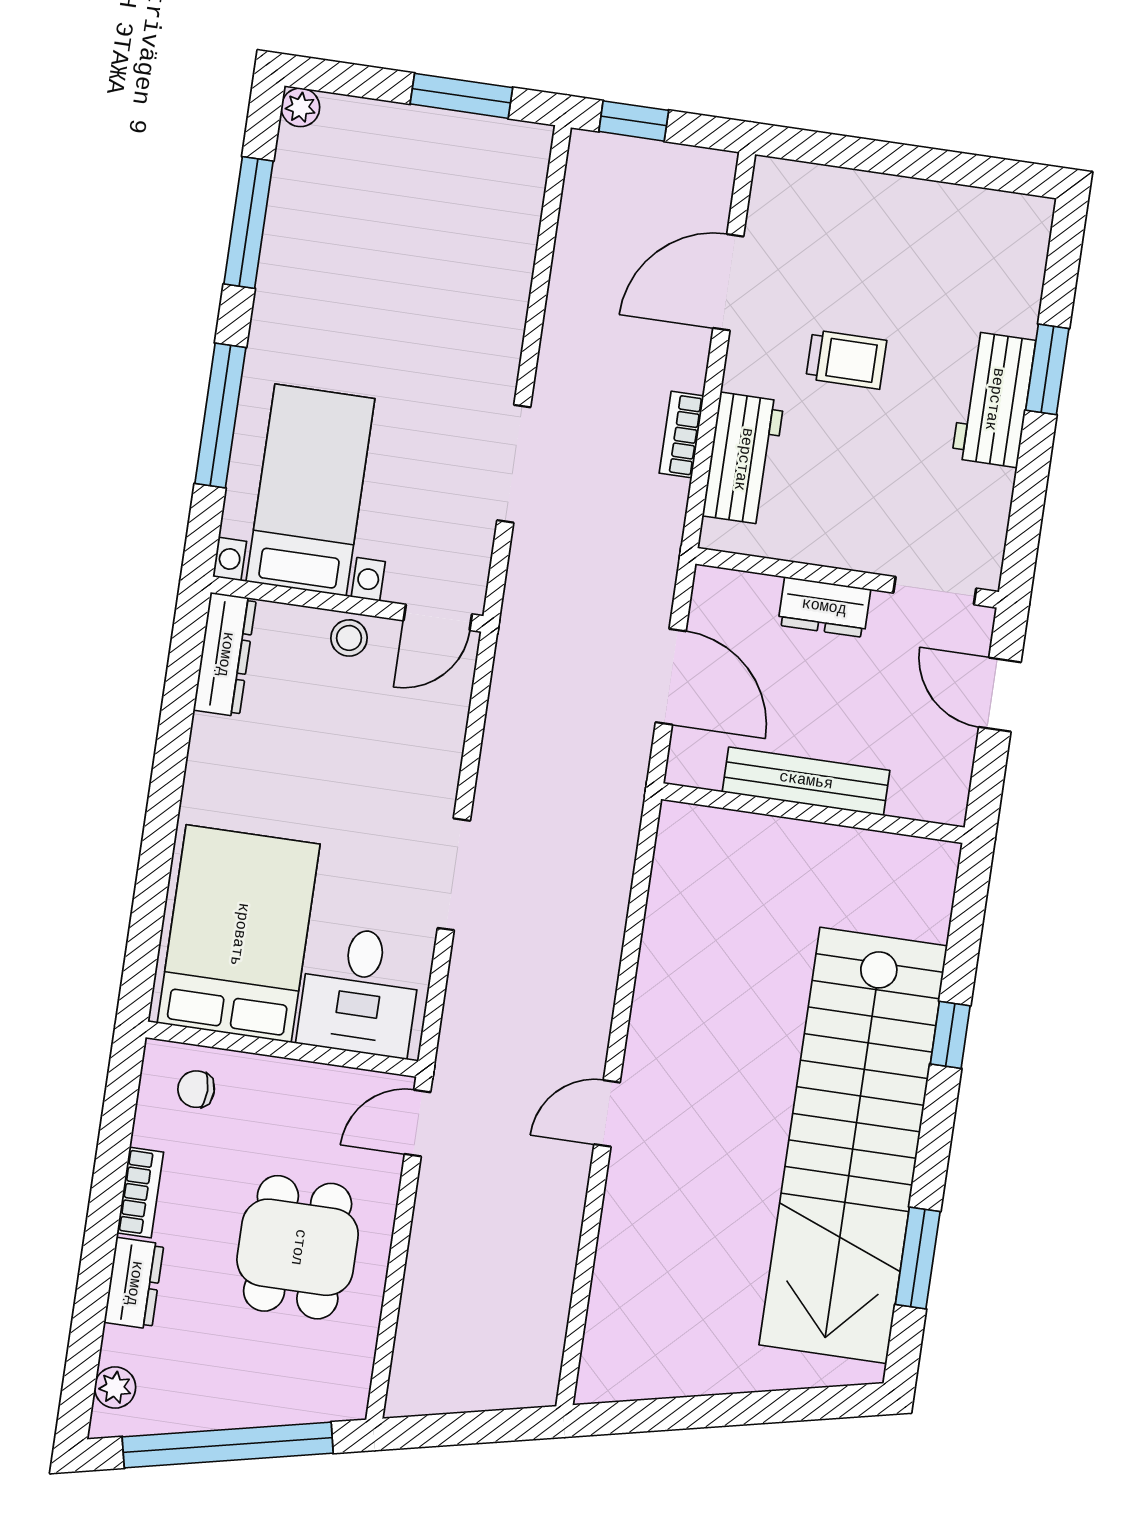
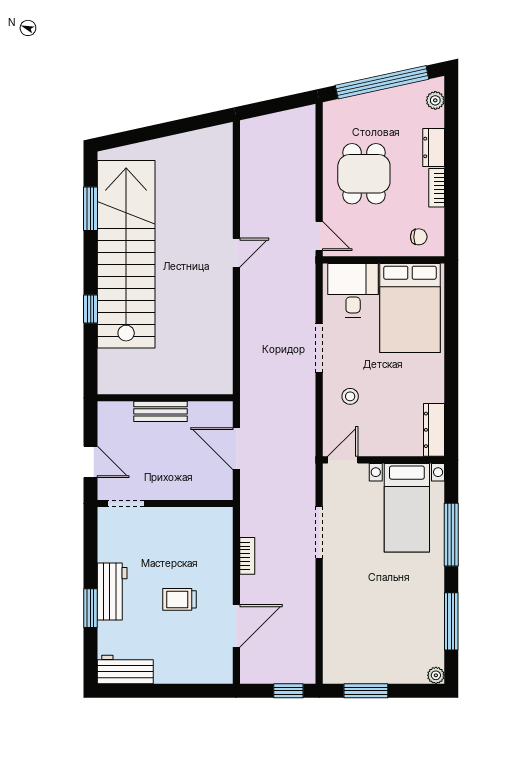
workbench: (743, 459) -> (125, 670), moved, turned 90
dresser: (824, 607) -> (173, 489), removed
stool: (349, 638) -> (350, 396), moved
bench: (806, 781) -> (161, 411), width x0.73
door: (418, 1123) -> (319, 236), hinge flipped

